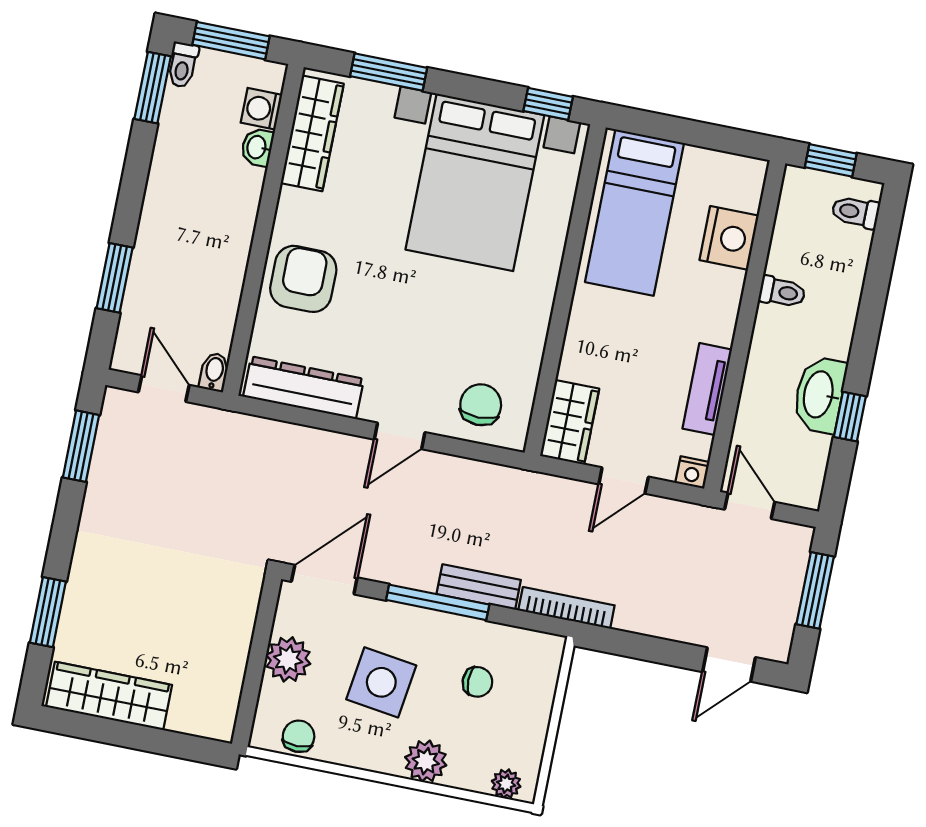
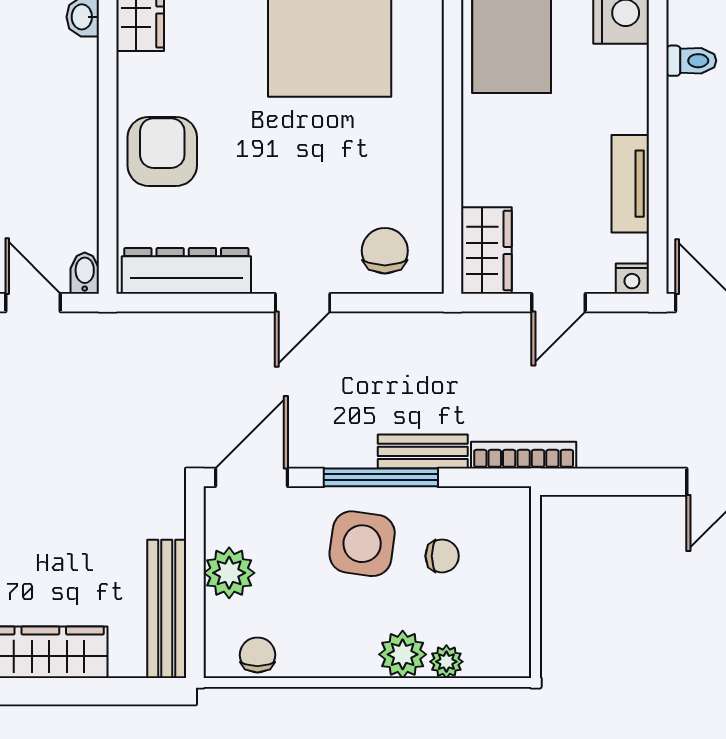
bench: (227, 680) -> (167, 609), added
side table: (381, 682) -> (362, 544), moved
plant: (506, 784) -> (446, 662), moved

